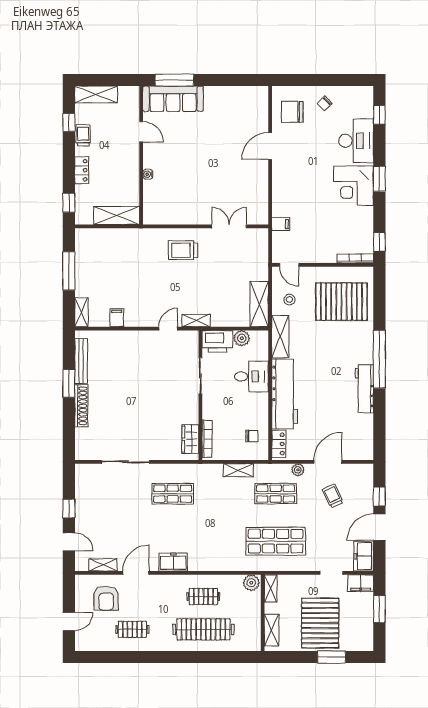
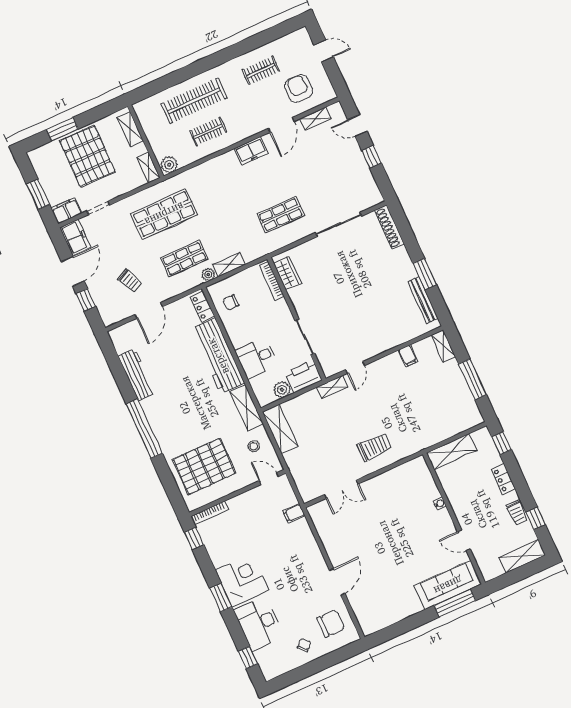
workbench: (364, 389) -> (137, 375), moved
shoe rack: (81, 406) -> (389, 227), moved
plant: (298, 470) -> (208, 274), moved
door: (69, 621) -> (324, 51), swing flipped

